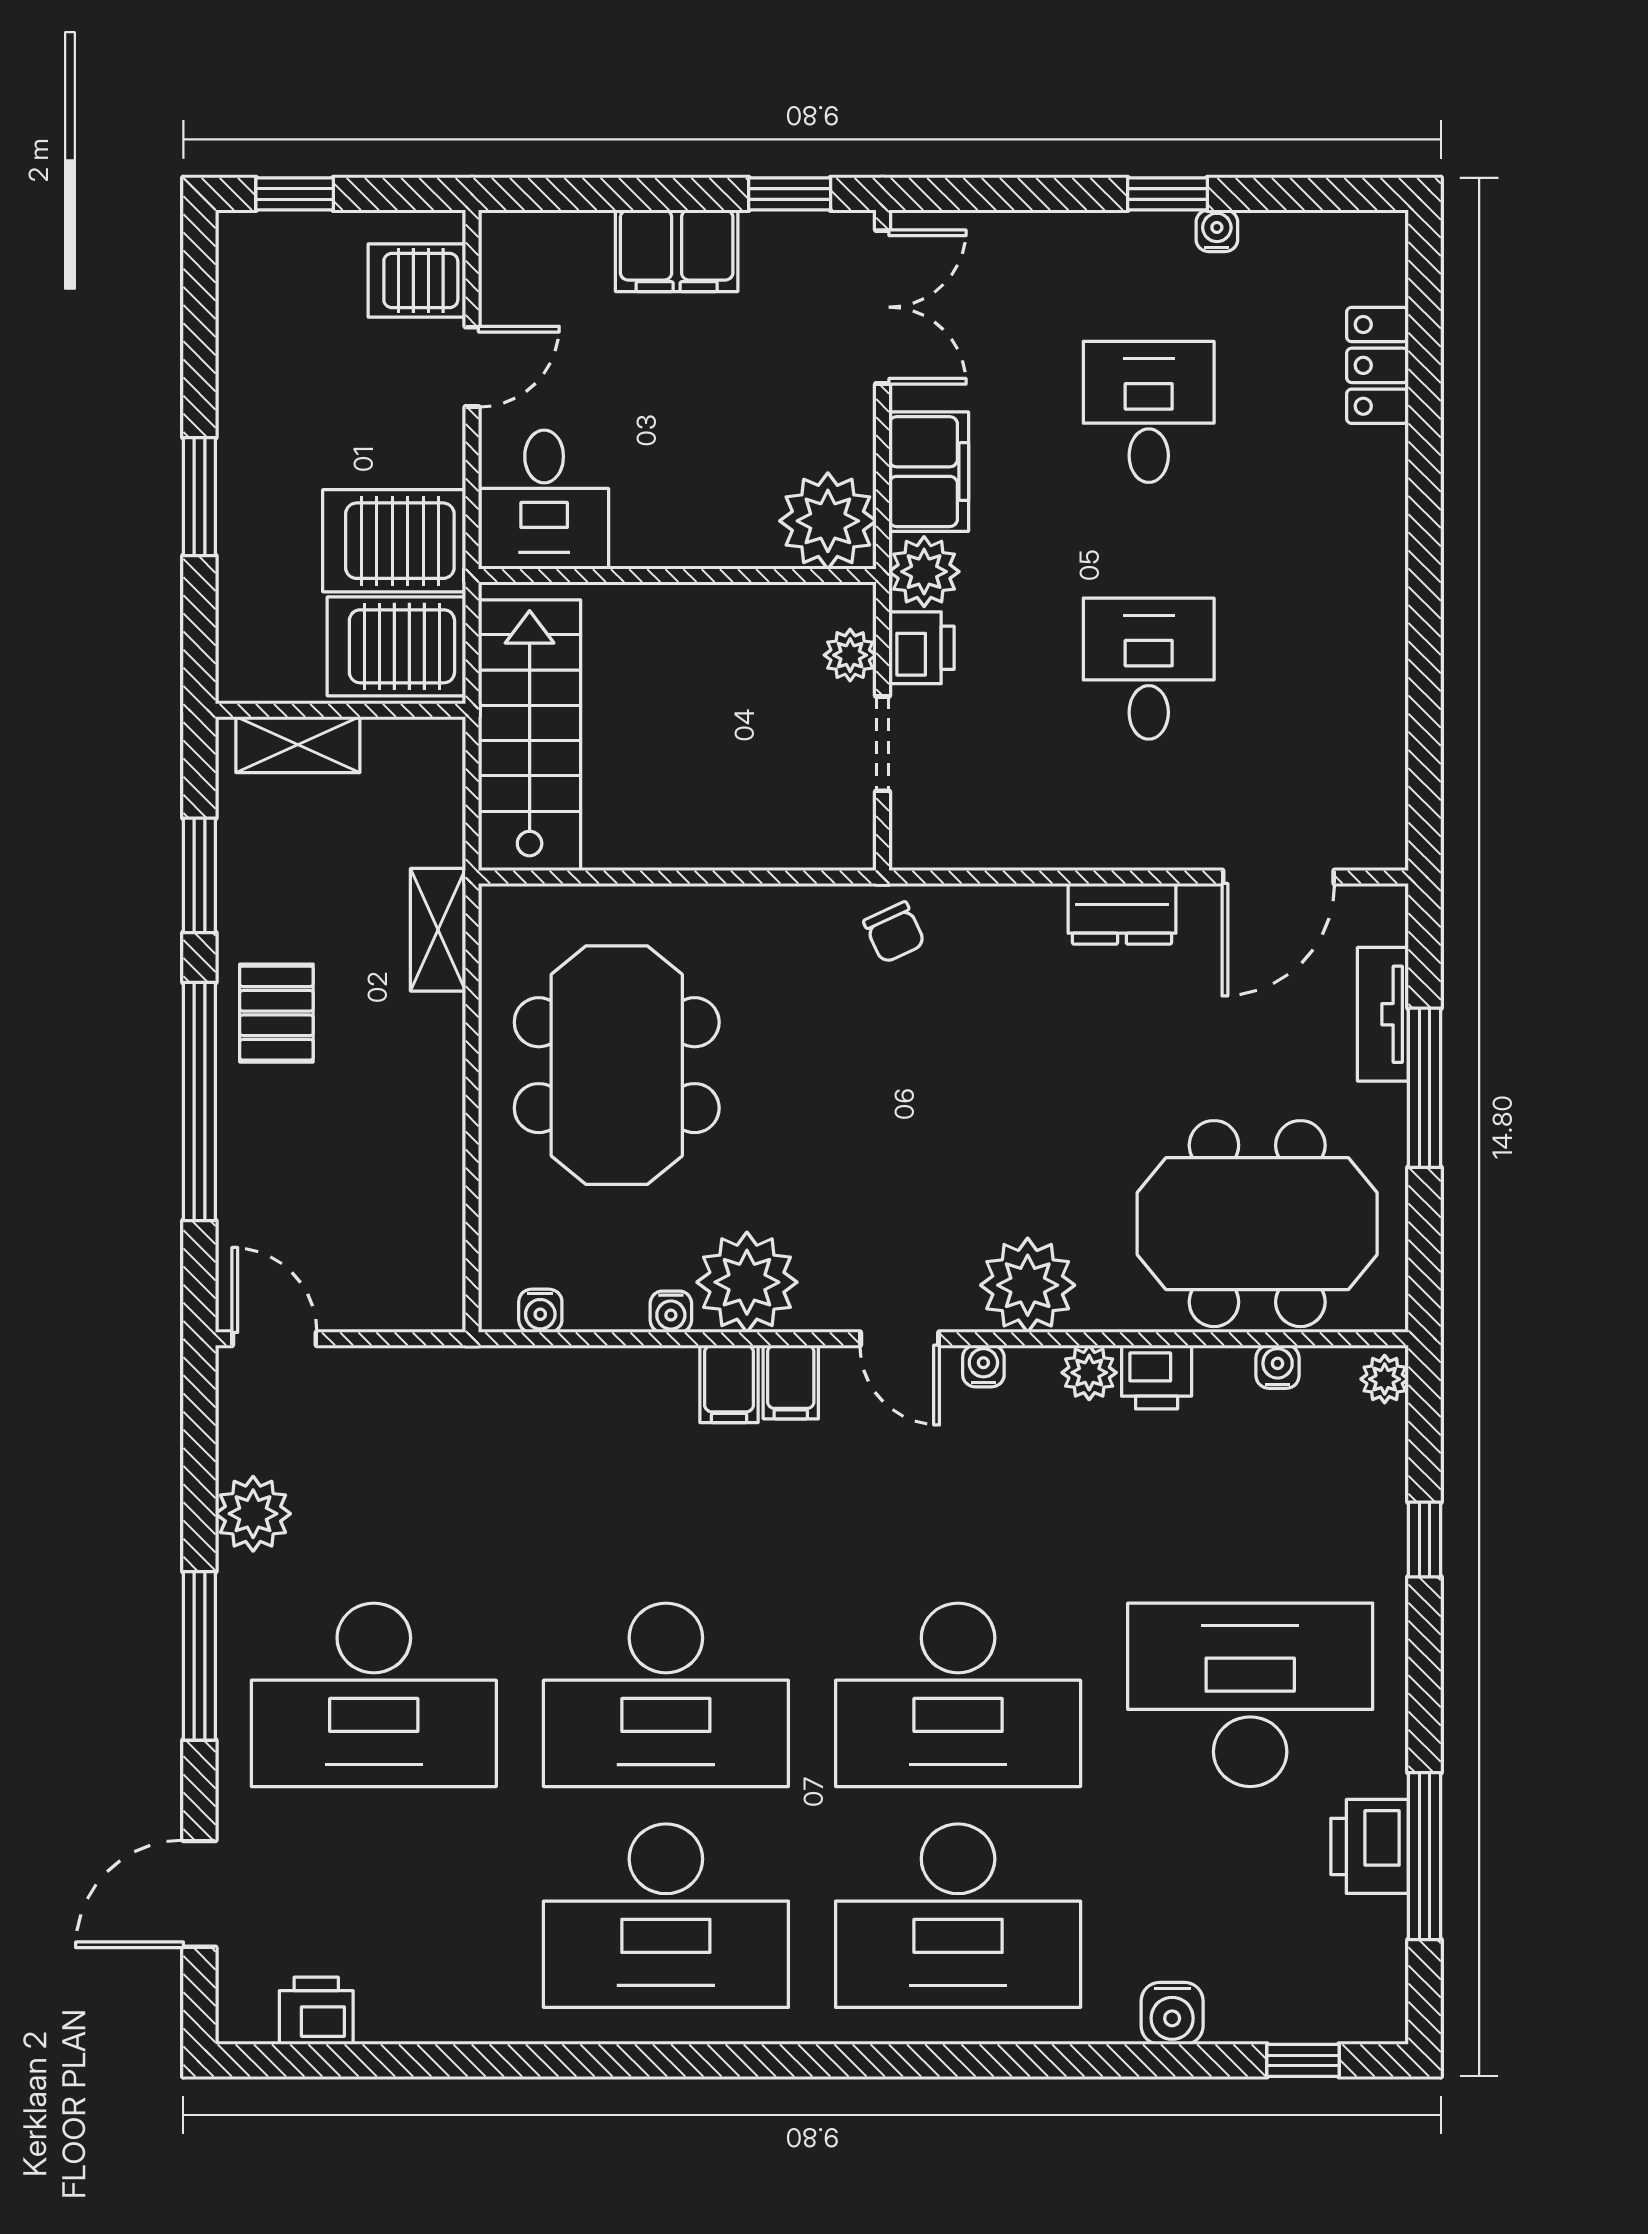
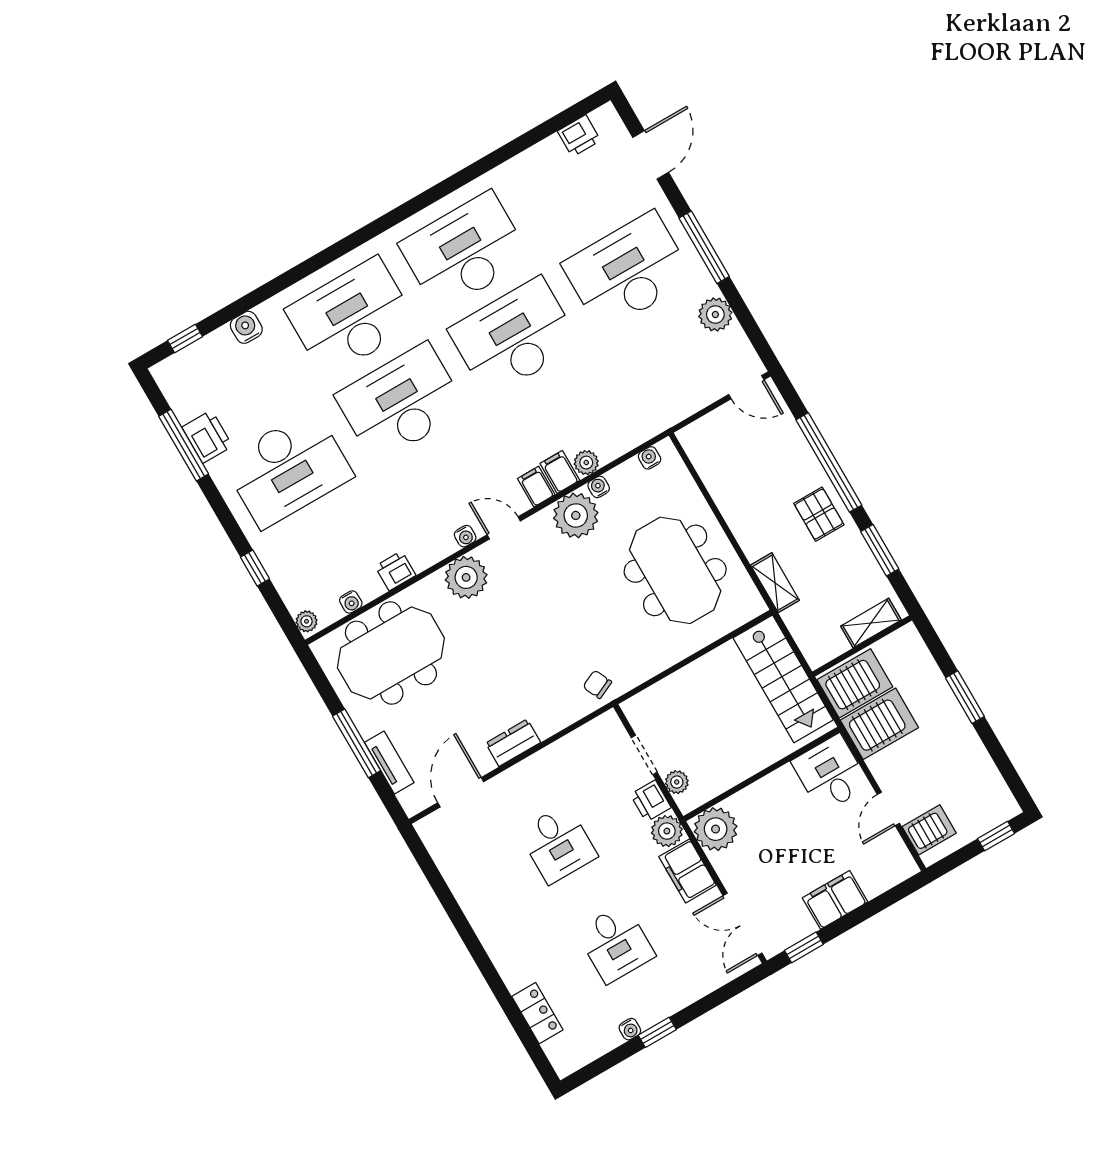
plant: (1089, 1373) -> (586, 463), moved

